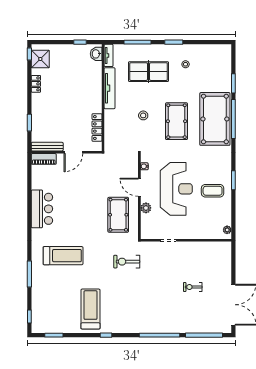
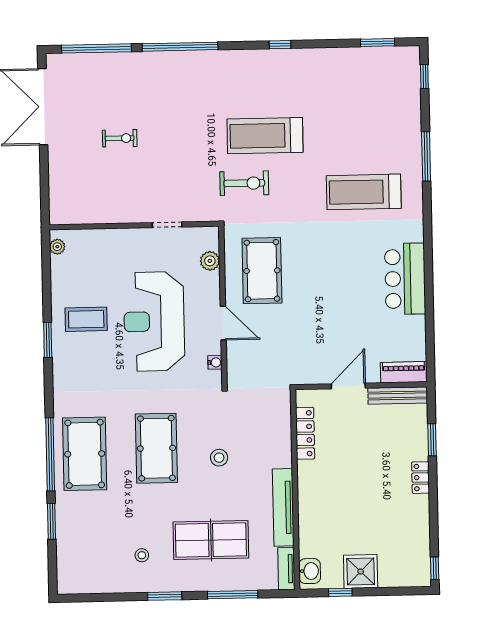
shower: (40, 59) -> (361, 571), moved
locker: (36, 84) -> (421, 478), moved
pool table: (215, 119) -> (85, 454), width x0.73, depth x0.76
plant: (146, 208) -> (210, 261), moved
treadmill: (90, 309) -> (265, 136), moved, turned 90

